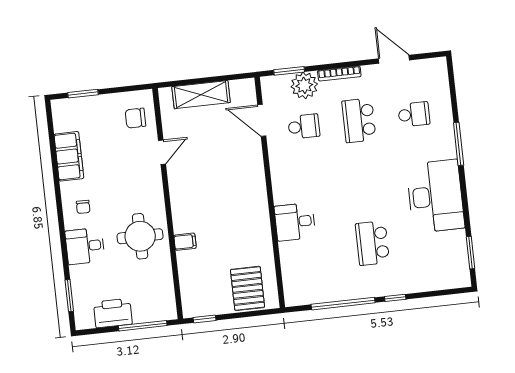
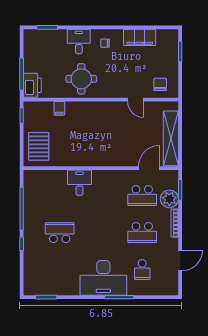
shelving: (201, 95) -> (171, 138), width x1.47
school desk: (359, 120) -> (142, 233), turned 180
school desk: (304, 126) -> (142, 196), width x1.85
desk: (435, 196) -> (103, 278), moved
filing cabinet: (185, 242) -> (59, 108), moved
pallet: (248, 288) -> (39, 146), turned 90
printer: (113, 313) -> (32, 85), moved

